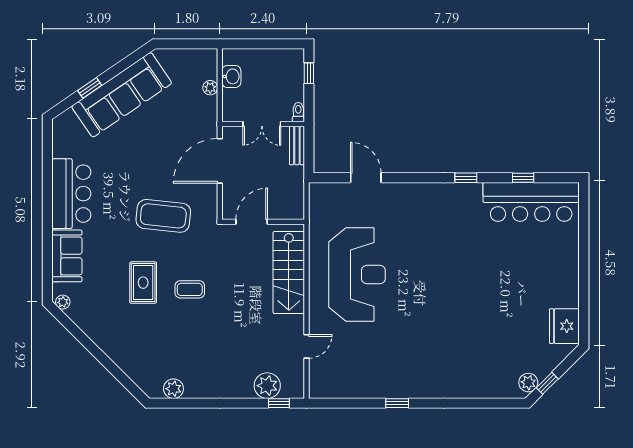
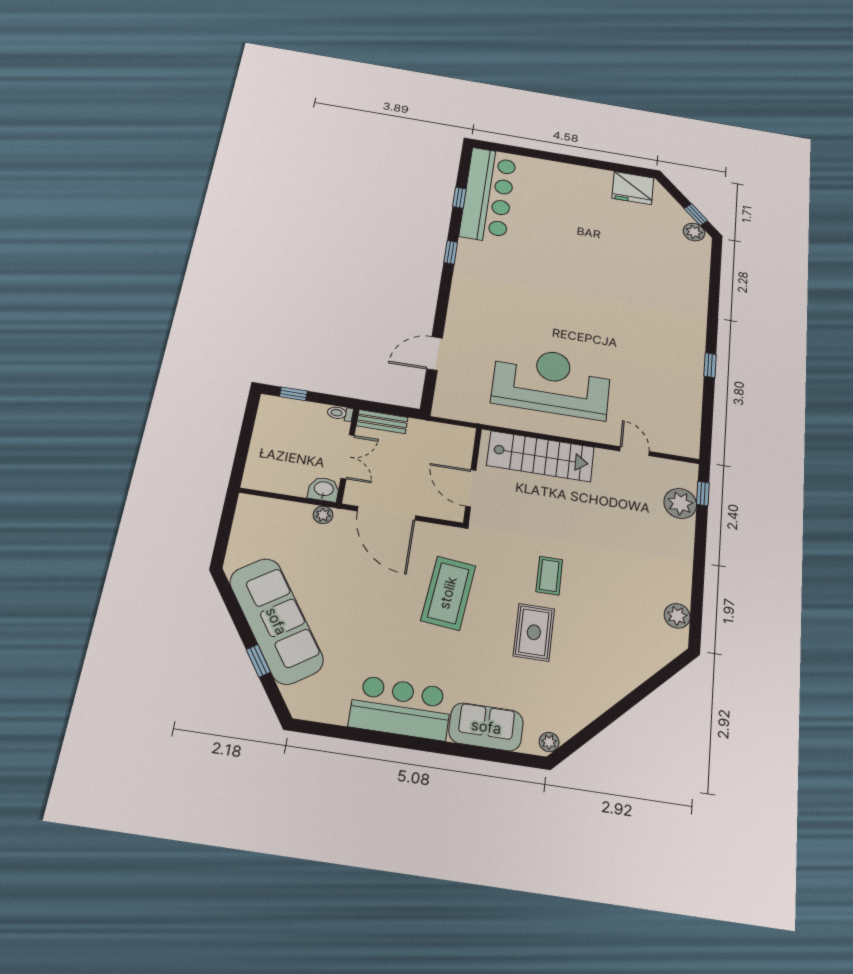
washbasin: (231, 76) -> (324, 489), moved
plant: (210, 88) -> (323, 515), moved
rug: (143, 283) -> (534, 632), turned 90

